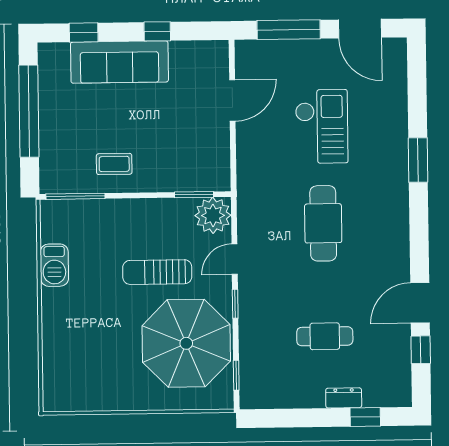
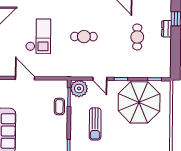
checkout: (322, 126) -> (38, 36), turned 90
coffee table: (114, 164) -> (59, 107), moved
cafe table: (323, 223) -> (84, 37), width x0.73, depth x0.74
sun lounger: (157, 272) -> (95, 124), moved

